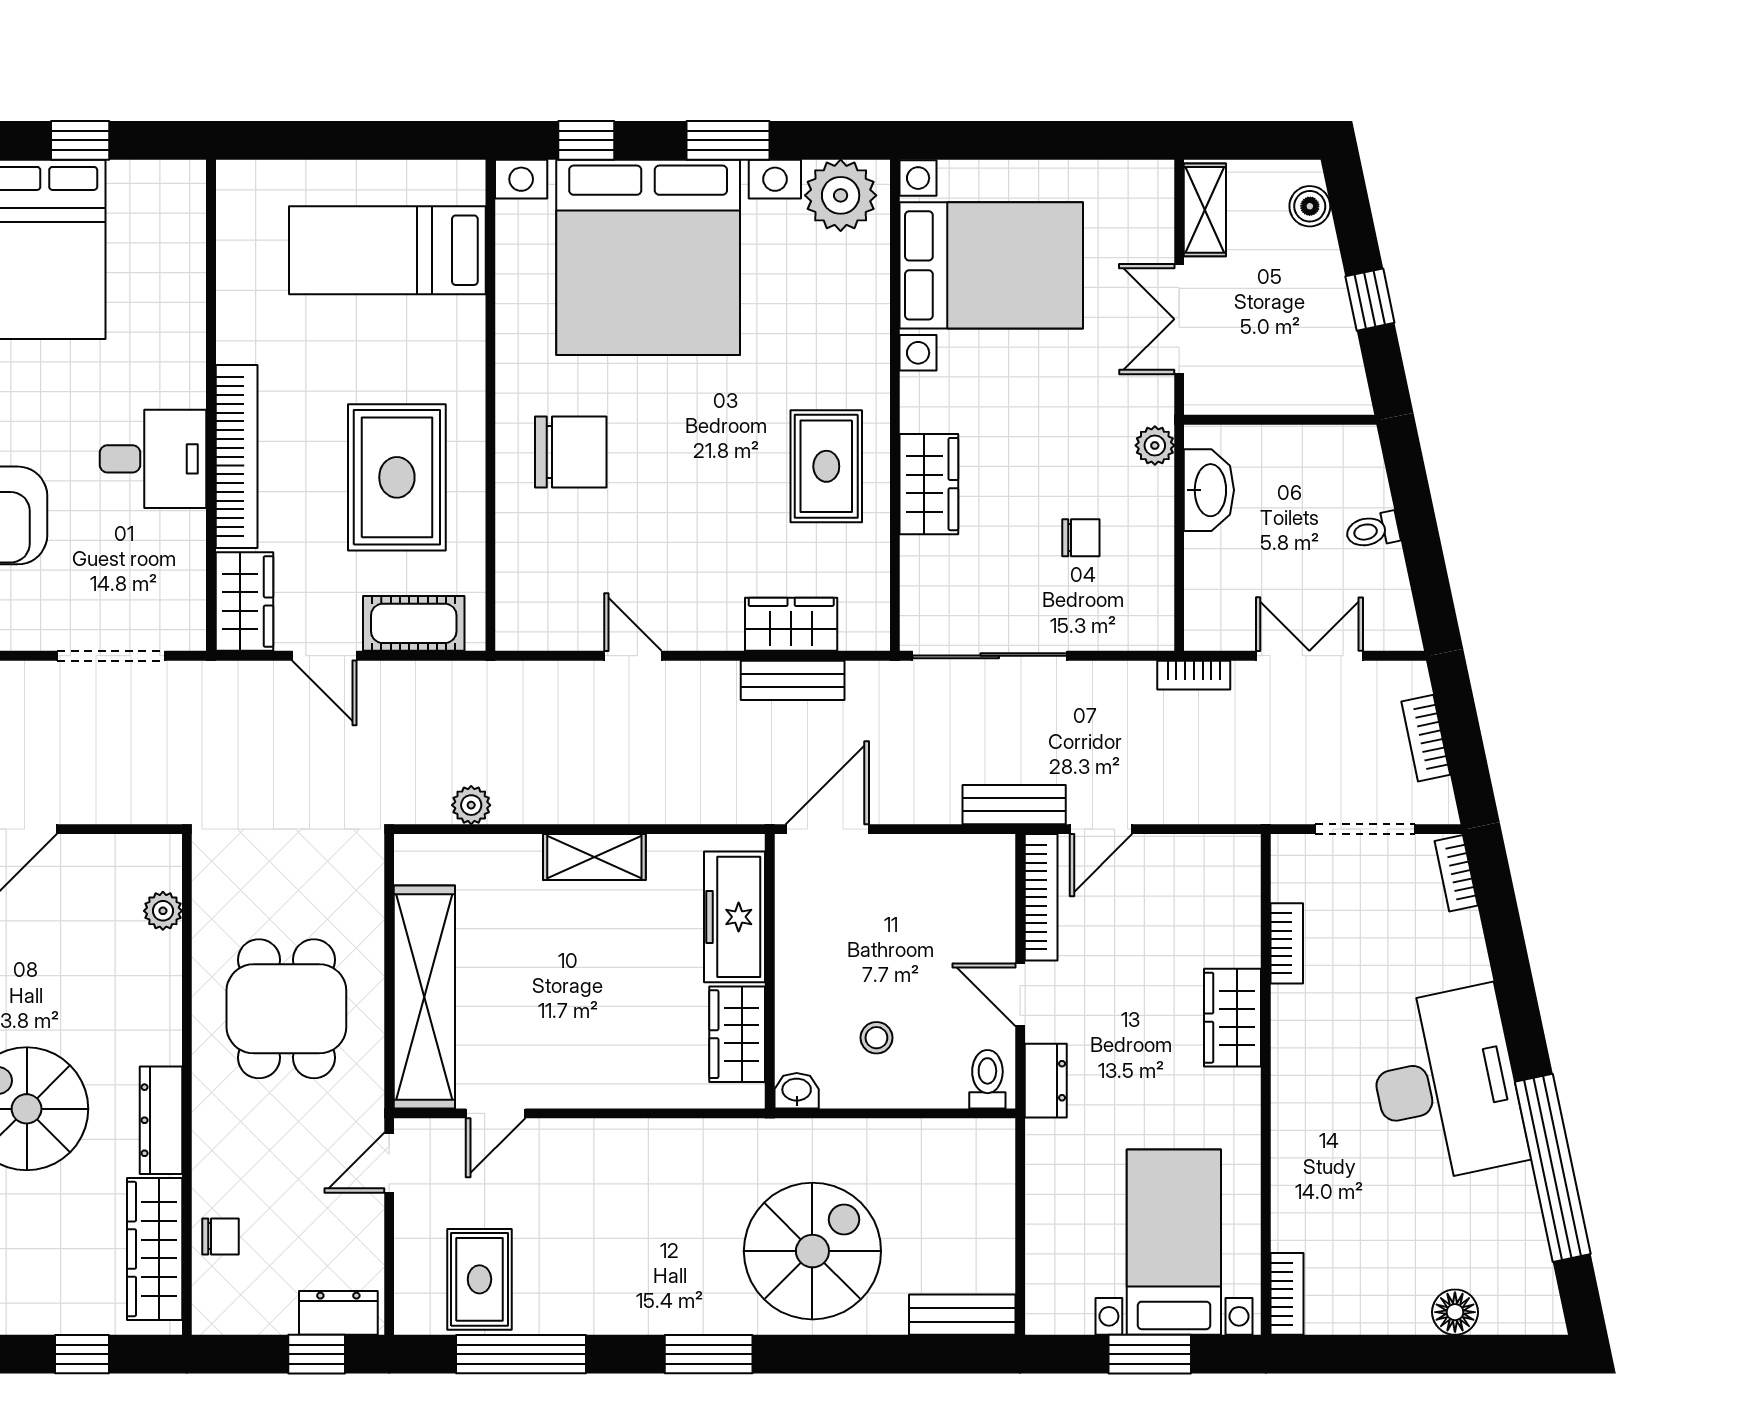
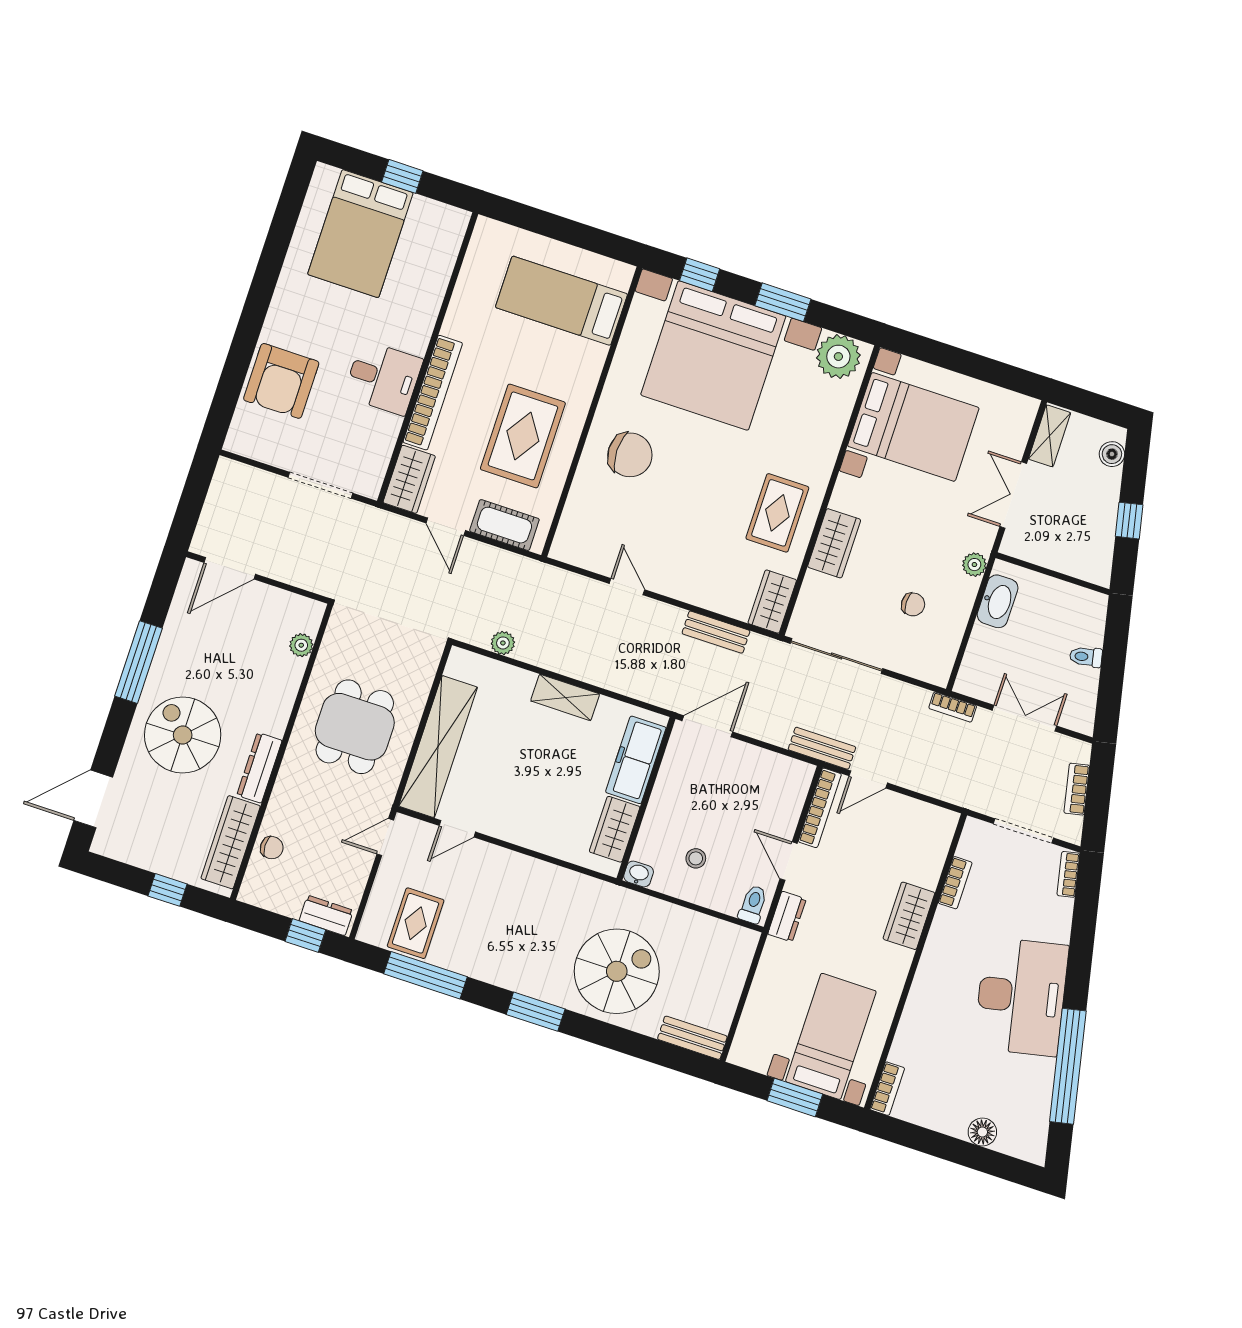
wardrobe: (791, 624) -> (772, 602), moved, turned -90

